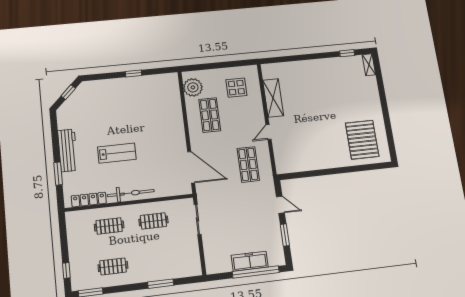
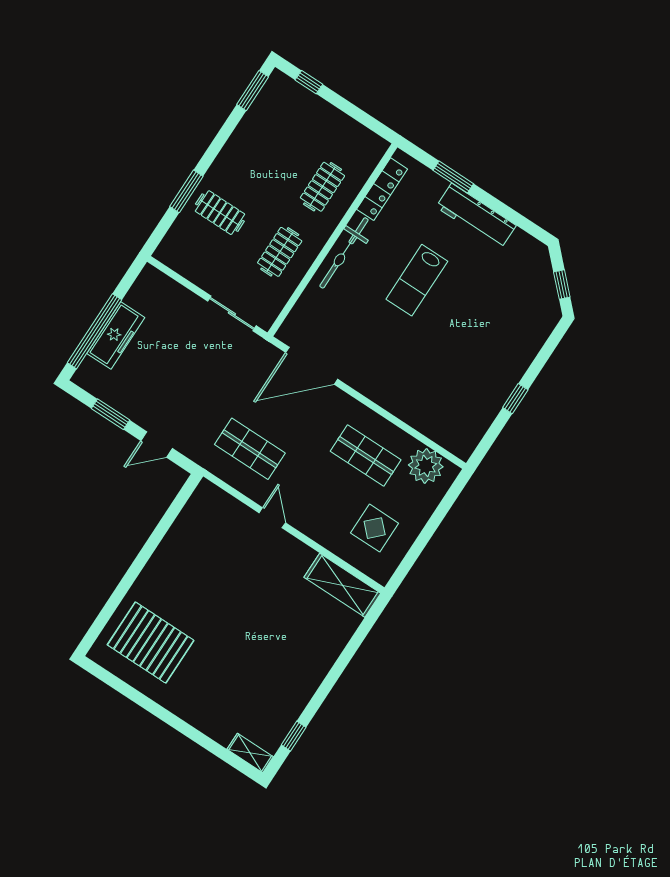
shelving: (273, 98) -> (342, 585), moved
clothes rail: (113, 266) -> (220, 213), moved, turned 90

